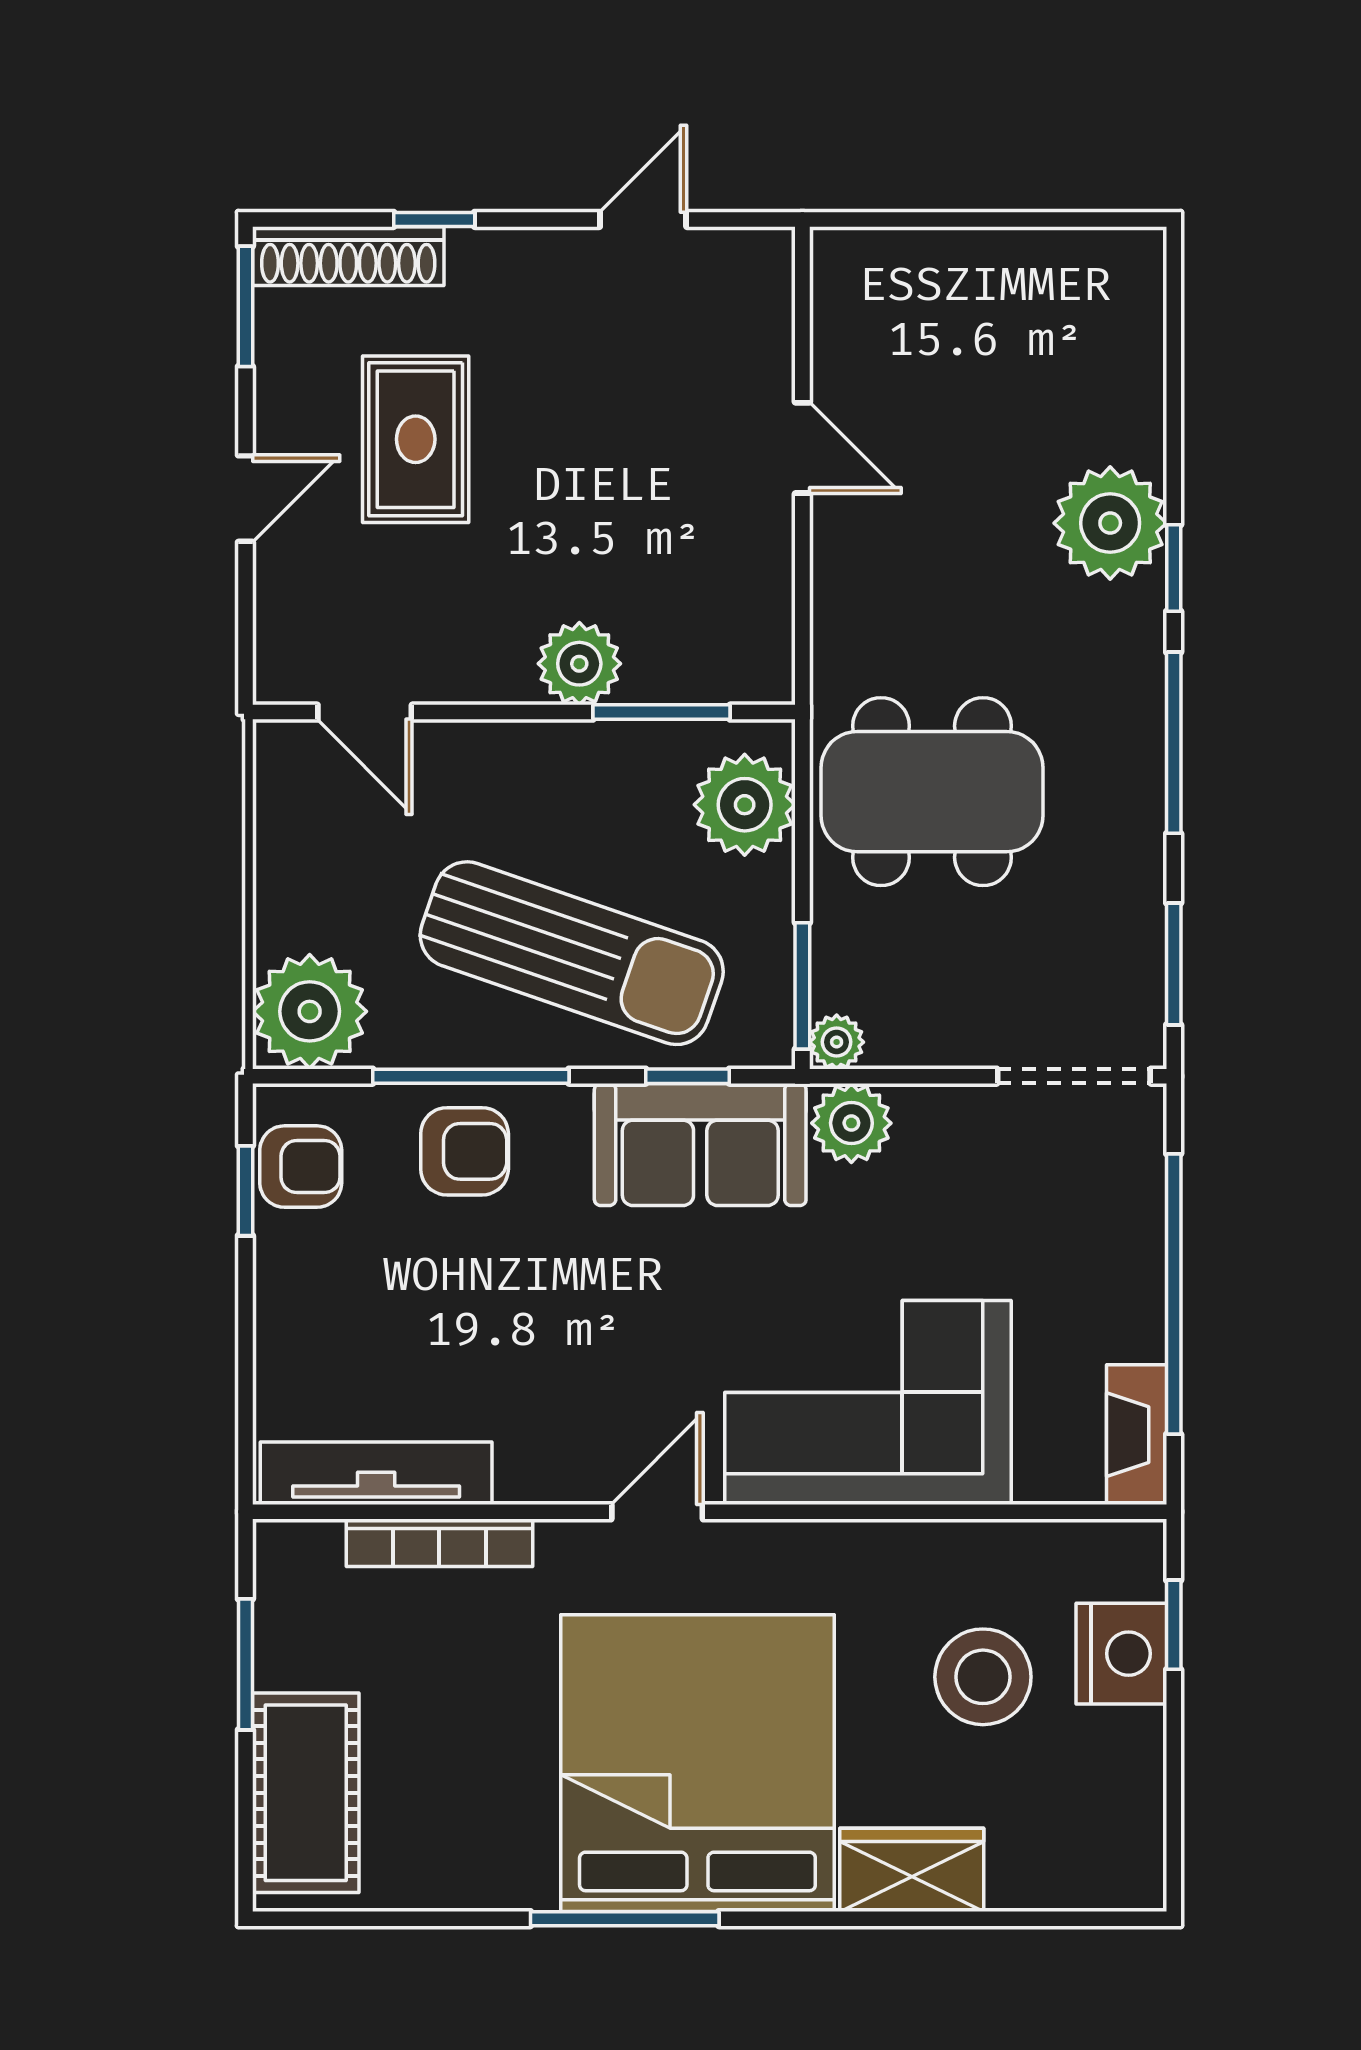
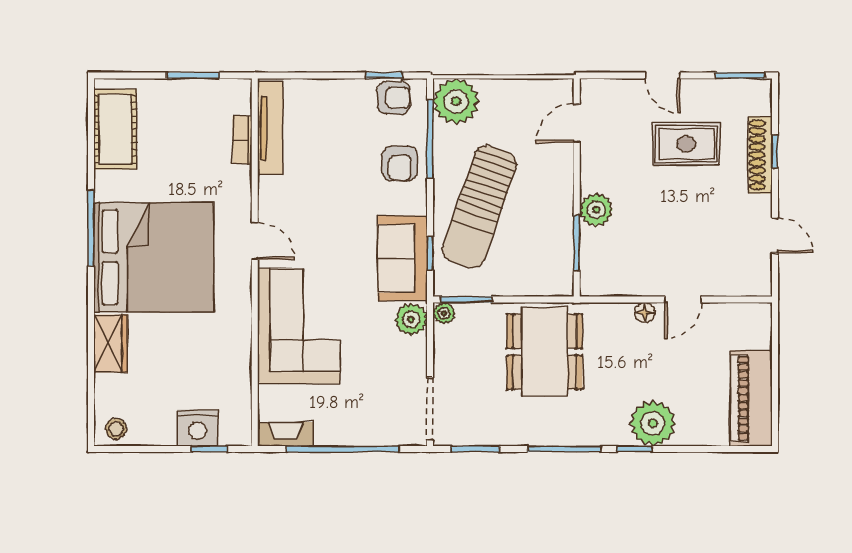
shoe rack: (348, 256) -> (760, 155), moved
piano: (1047, 278) -> (751, 398), added
floor lamp: (835, 543) -> (645, 313), added
plant: (745, 805) -> (539, 276), removed
window: (471, 1076) -> (430, 139), moved
armchair: (301, 1167) -> (394, 98), turned -90
bookcase: (439, 1543) -> (242, 140), width x0.64
stool: (983, 1677) -> (116, 429), moved, width x0.53, depth x0.53
cot: (306, 1793) -> (115, 129), moved, turned 90

